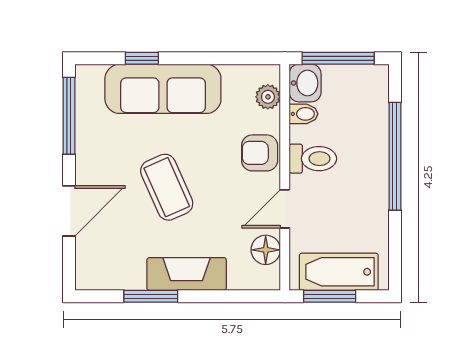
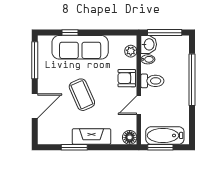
floor lamp: (266, 250) -> (130, 137), moved

